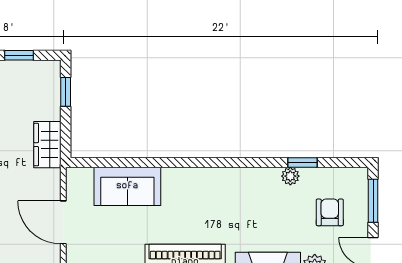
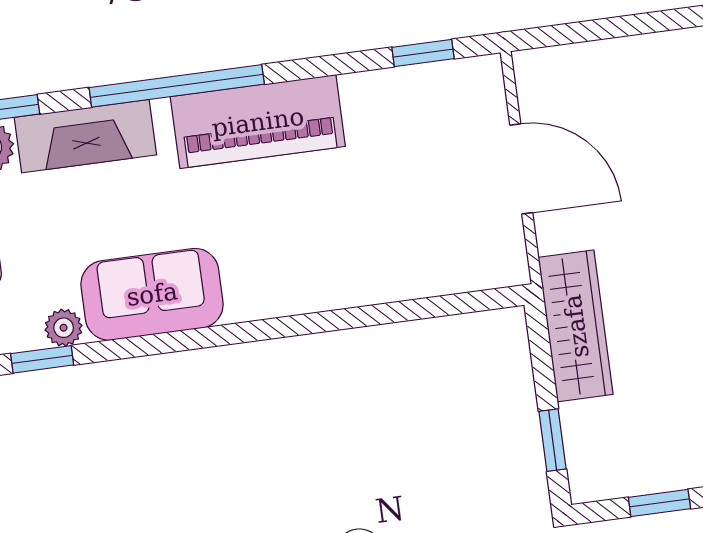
wardrobe: (47, 145) -> (576, 326), width x1.50
sofa: (127, 186) -> (152, 294), moved

